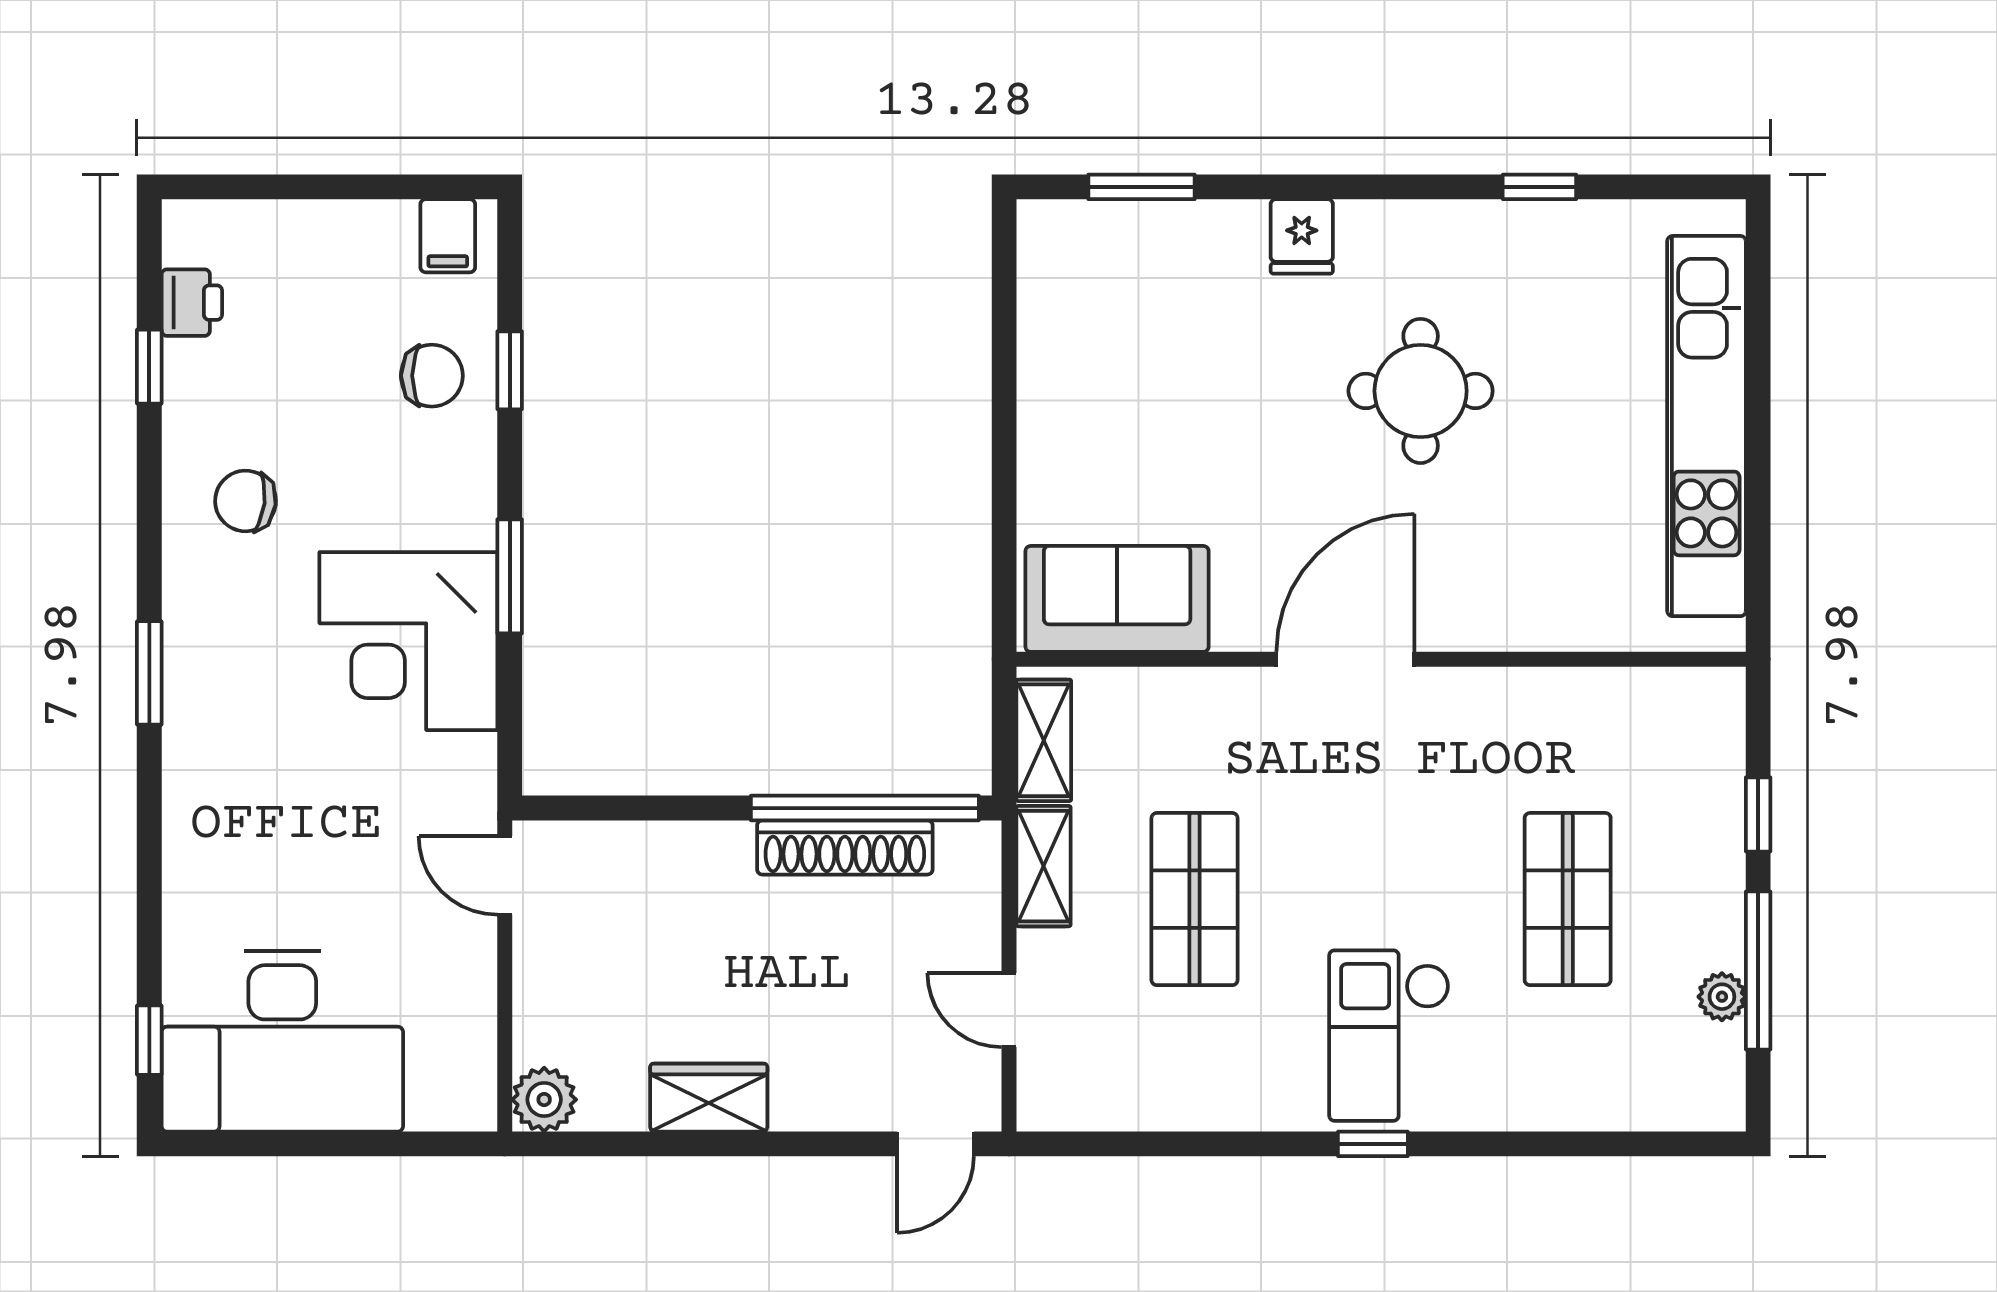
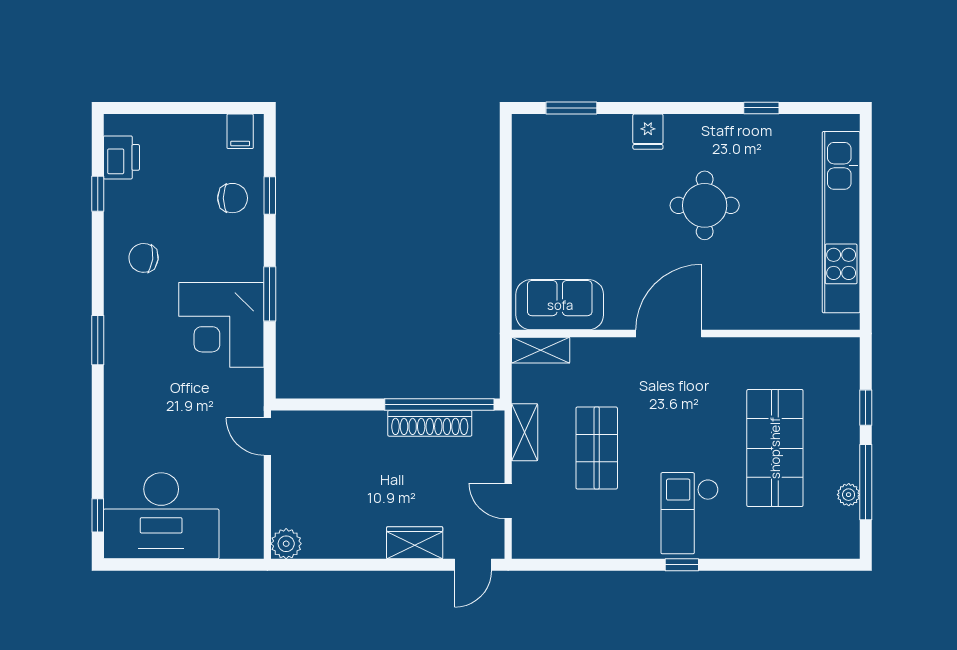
printer: (192, 303) -> (121, 157), width x1.36, depth x1.24
shelving: (1044, 740) -> (541, 350), moved, turned 90
shop shelf: (1568, 899) -> (775, 448), width x1.43, depth x1.36
wardrobe: (709, 1098) -> (415, 543), moved

